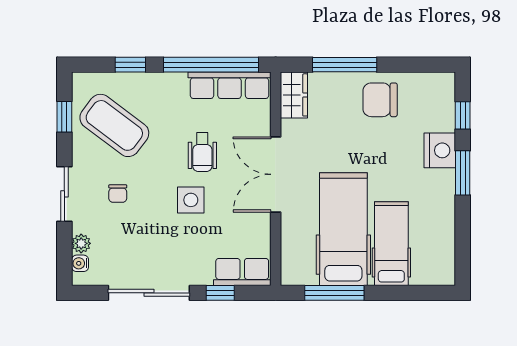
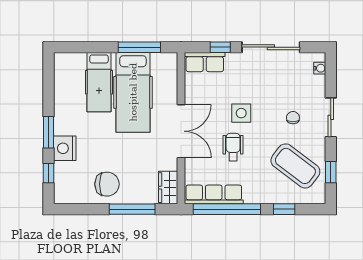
plant: (81, 243) -> (319, 82), removed

